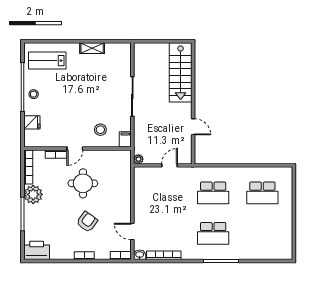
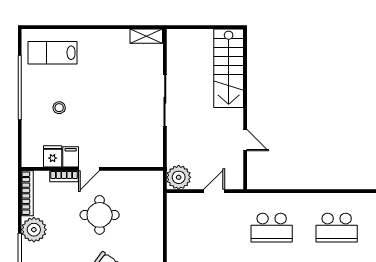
shelving: (92, 48) -> (146, 36), moved
stool: (34, 94) -> (59, 108), moved
fridge: (32, 122) -> (53, 156), moved, turned -90
stool: (100, 130) -> (123, 144), removed
filing cabinet: (125, 139) -> (71, 157), moved
plant: (139, 159) -> (179, 177), width x1.88, depth x1.88

